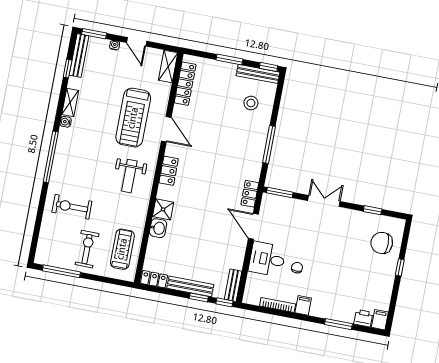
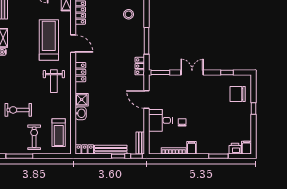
treadmill: (133, 118) -> (49, 40), turned 180
locker: (250, 194) -> (140, 66), moved
treadmill: (122, 249) -> (59, 133), turned 180

